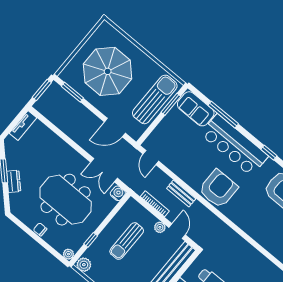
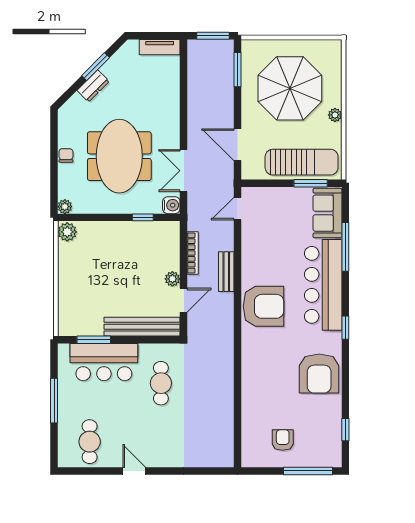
plant: (144, 58) -> (335, 115), added
window: (91, 240) -> (143, 217), moved
sun lounger: (127, 241) -> (129, 256), removed

